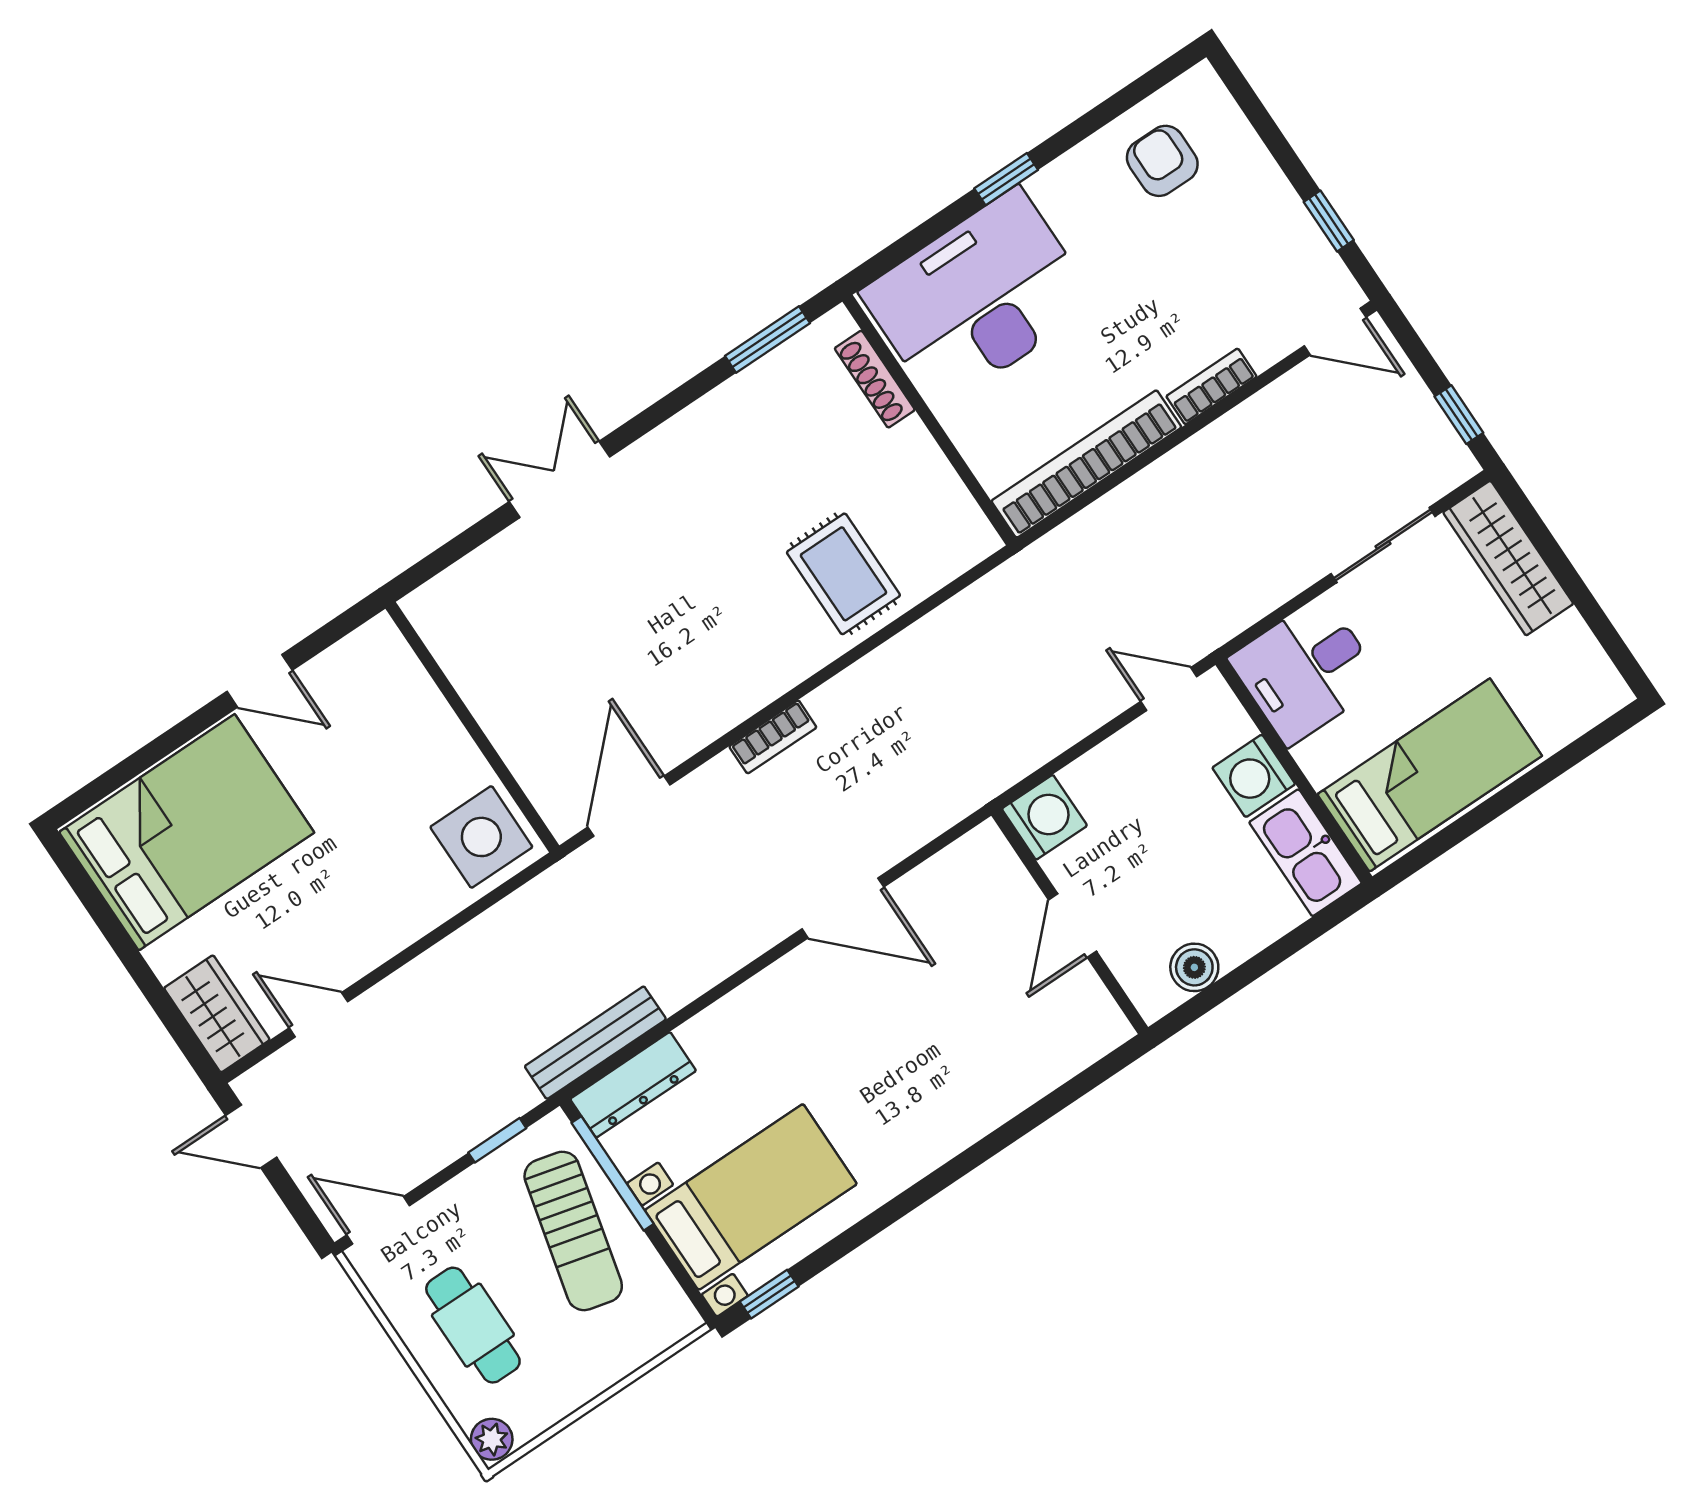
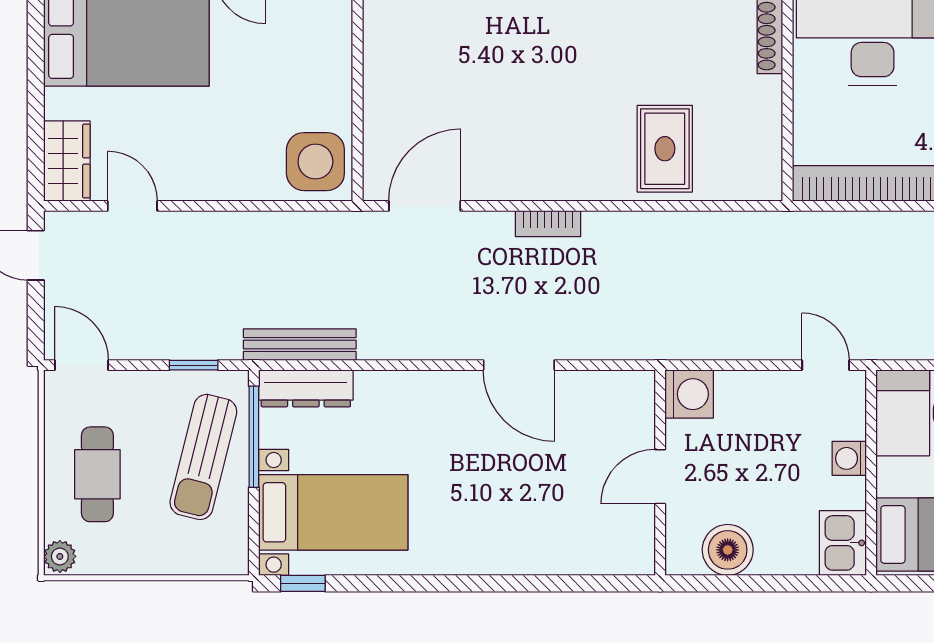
washing machine: (1254, 776) -> (849, 458), width x0.73, depth x0.73
kitchen sink: (1306, 853) -> (843, 543), width x0.73
boiler: (1194, 967) -> (728, 550), width x1.36, depth x1.36

